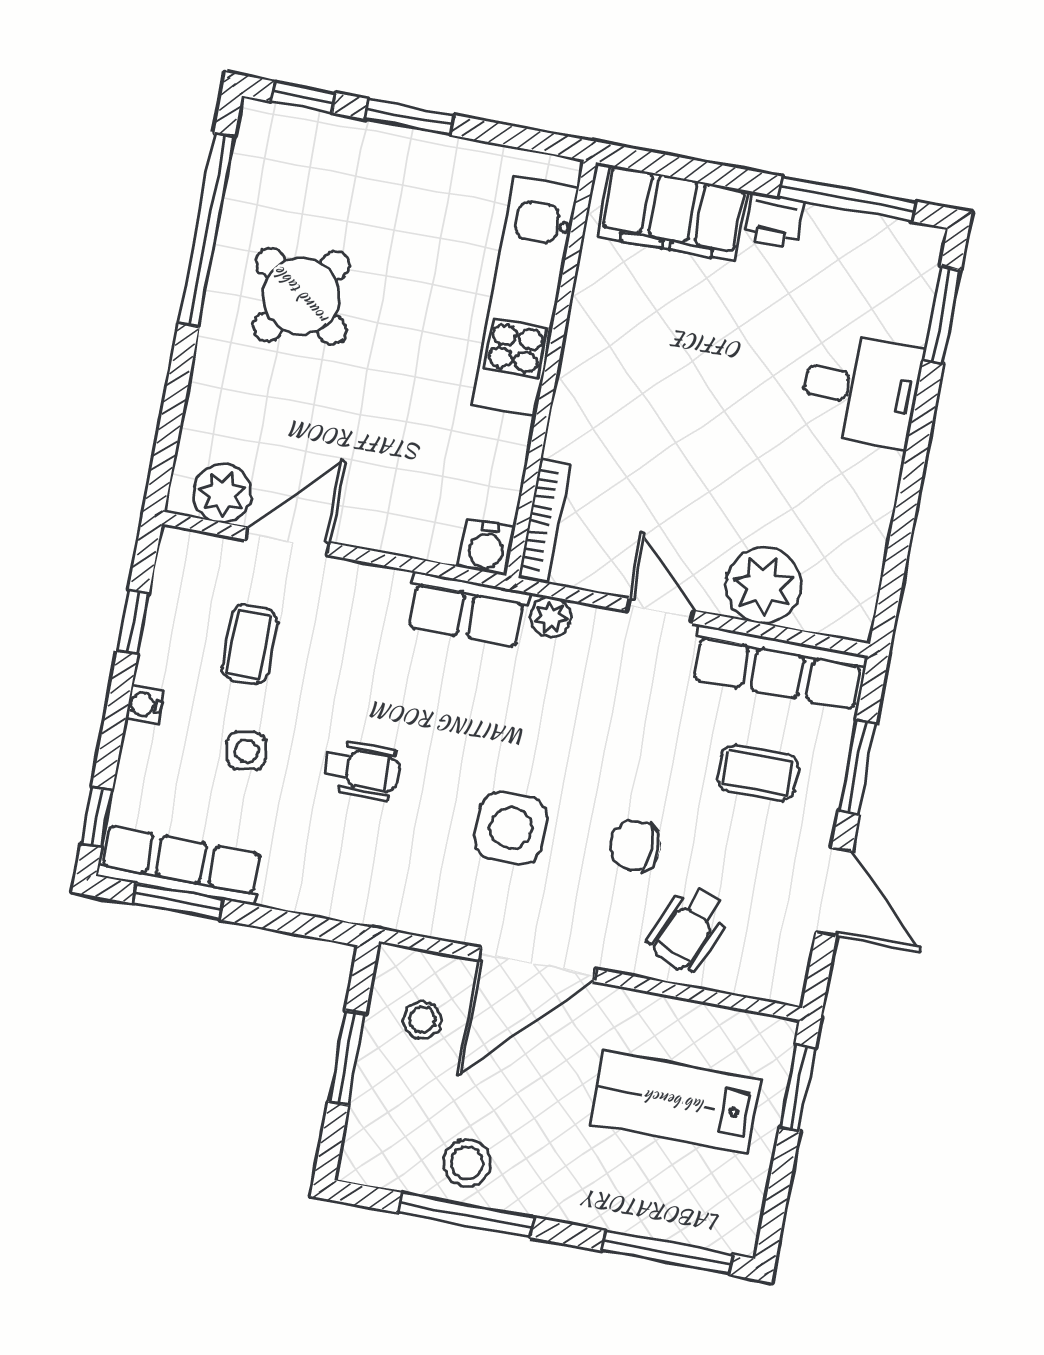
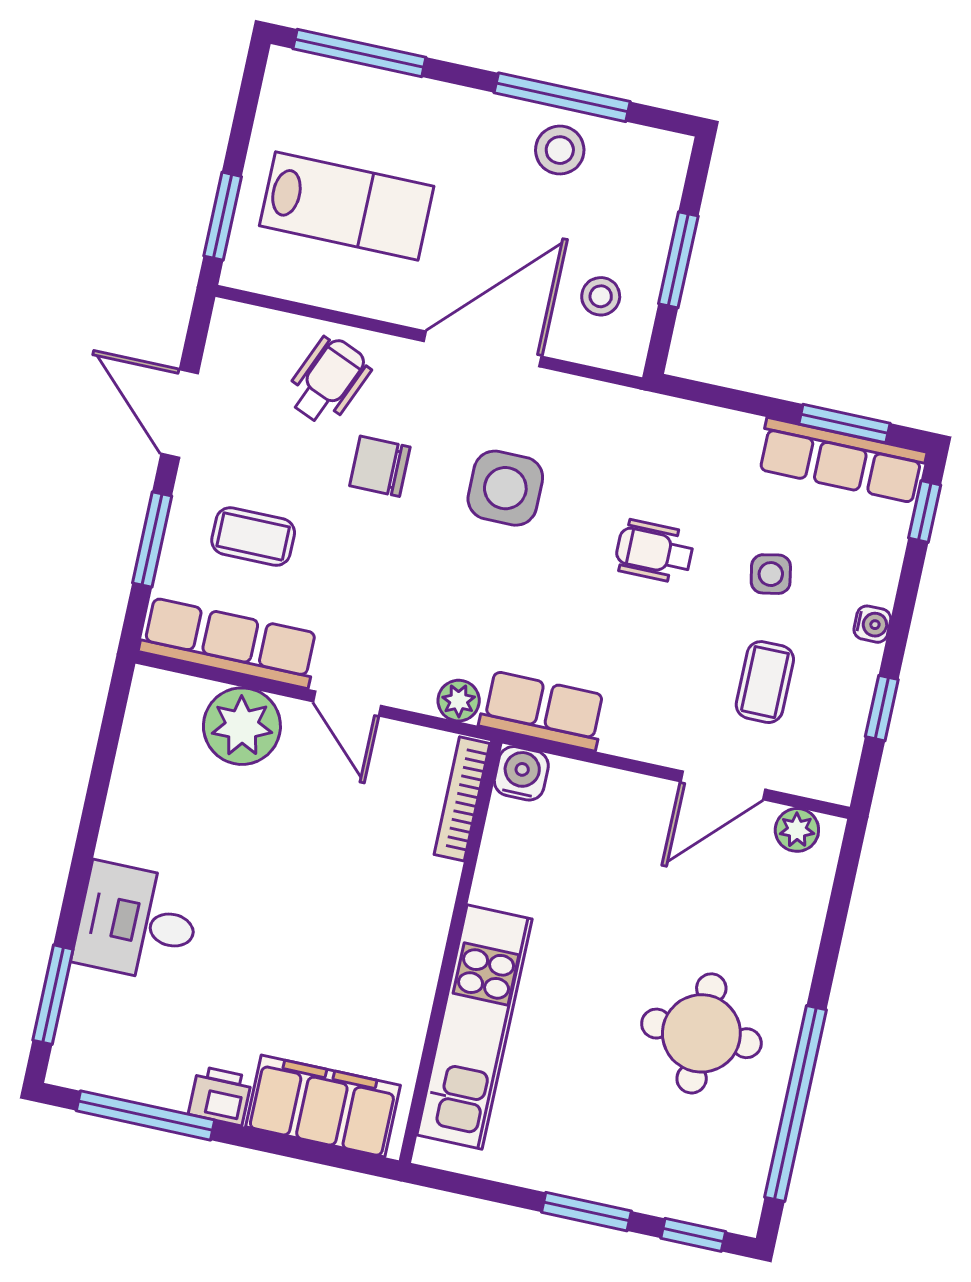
round table: (301, 296) -> (701, 1033), turned -37
plant: (223, 493) -> (797, 830), width x0.73, depth x0.73
chair: (635, 846) -> (380, 466), turned 180

